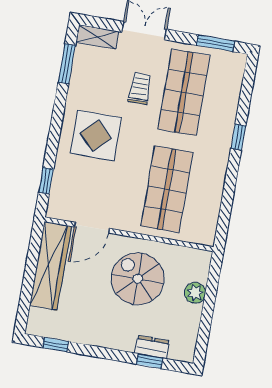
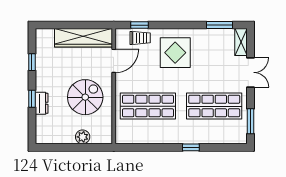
trolley: (140, 88) -> (140, 38), moved
door: (92, 228) -> (114, 61), swing flipped
window: (56, 345) -> (32, 62), moved
dresser: (152, 347) -> (42, 103), moved
window: (149, 361) -> (32, 99), moved

